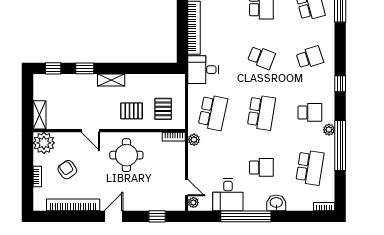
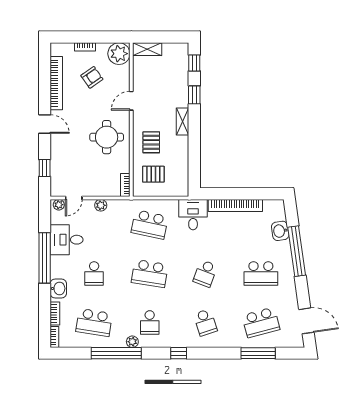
plant: (194, 140) -> (101, 205), moved
bookcase: (301, 206) -> (55, 314), added

